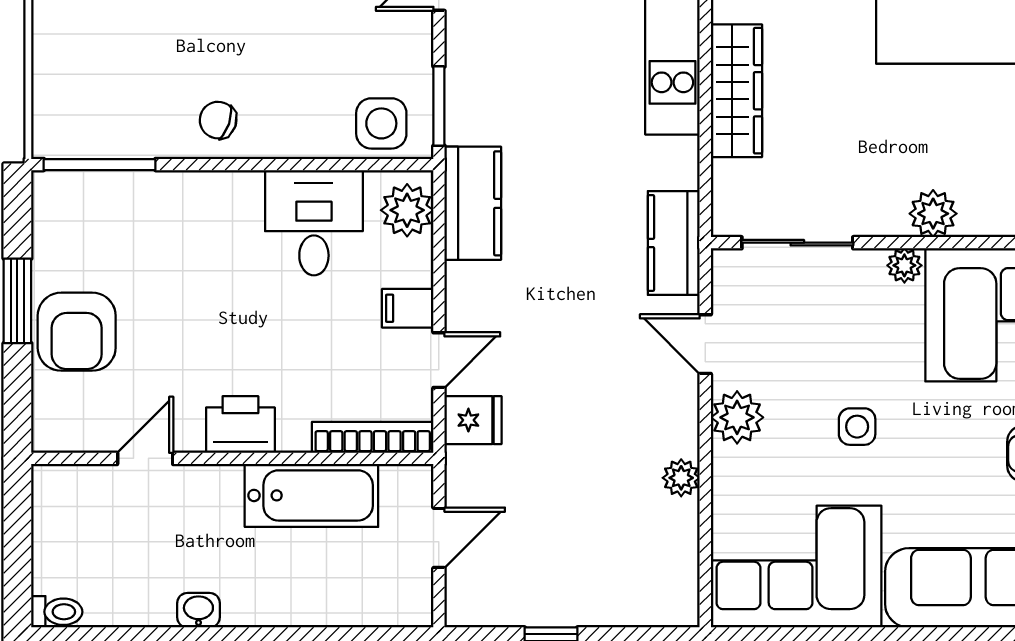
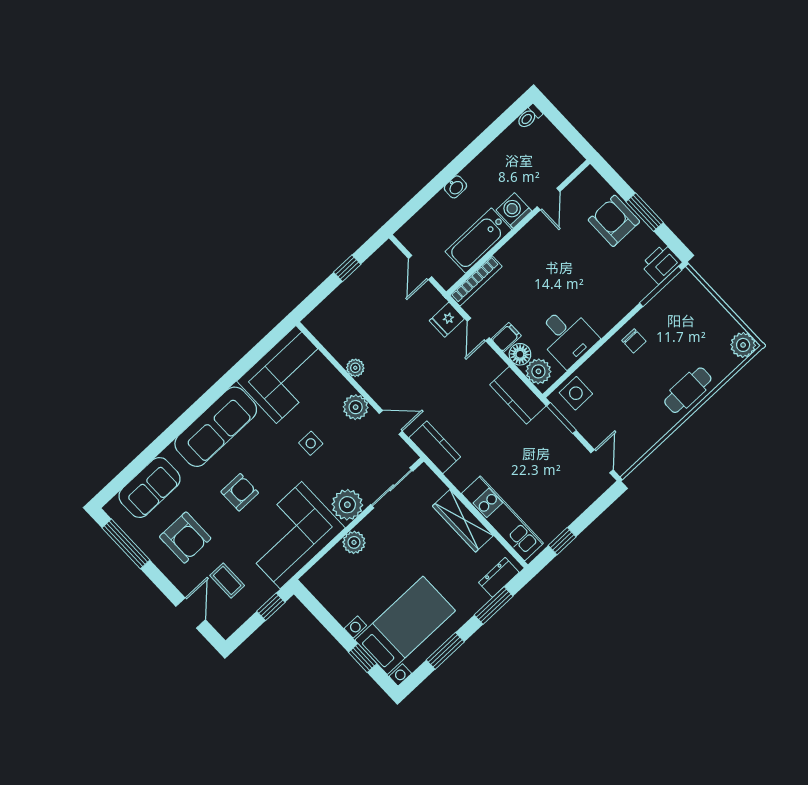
chair: (218, 120) -> (634, 341), turned 71
floor lamp: (411, 263) -> (520, 354), added
plant: (904, 265) -> (347, 505), width x1.88, depth x1.88
printer: (240, 425) -> (661, 264), moved, turned 180
washing machine: (214, 491) -> (514, 210), added
washbasin: (198, 610) -> (455, 187), moved

